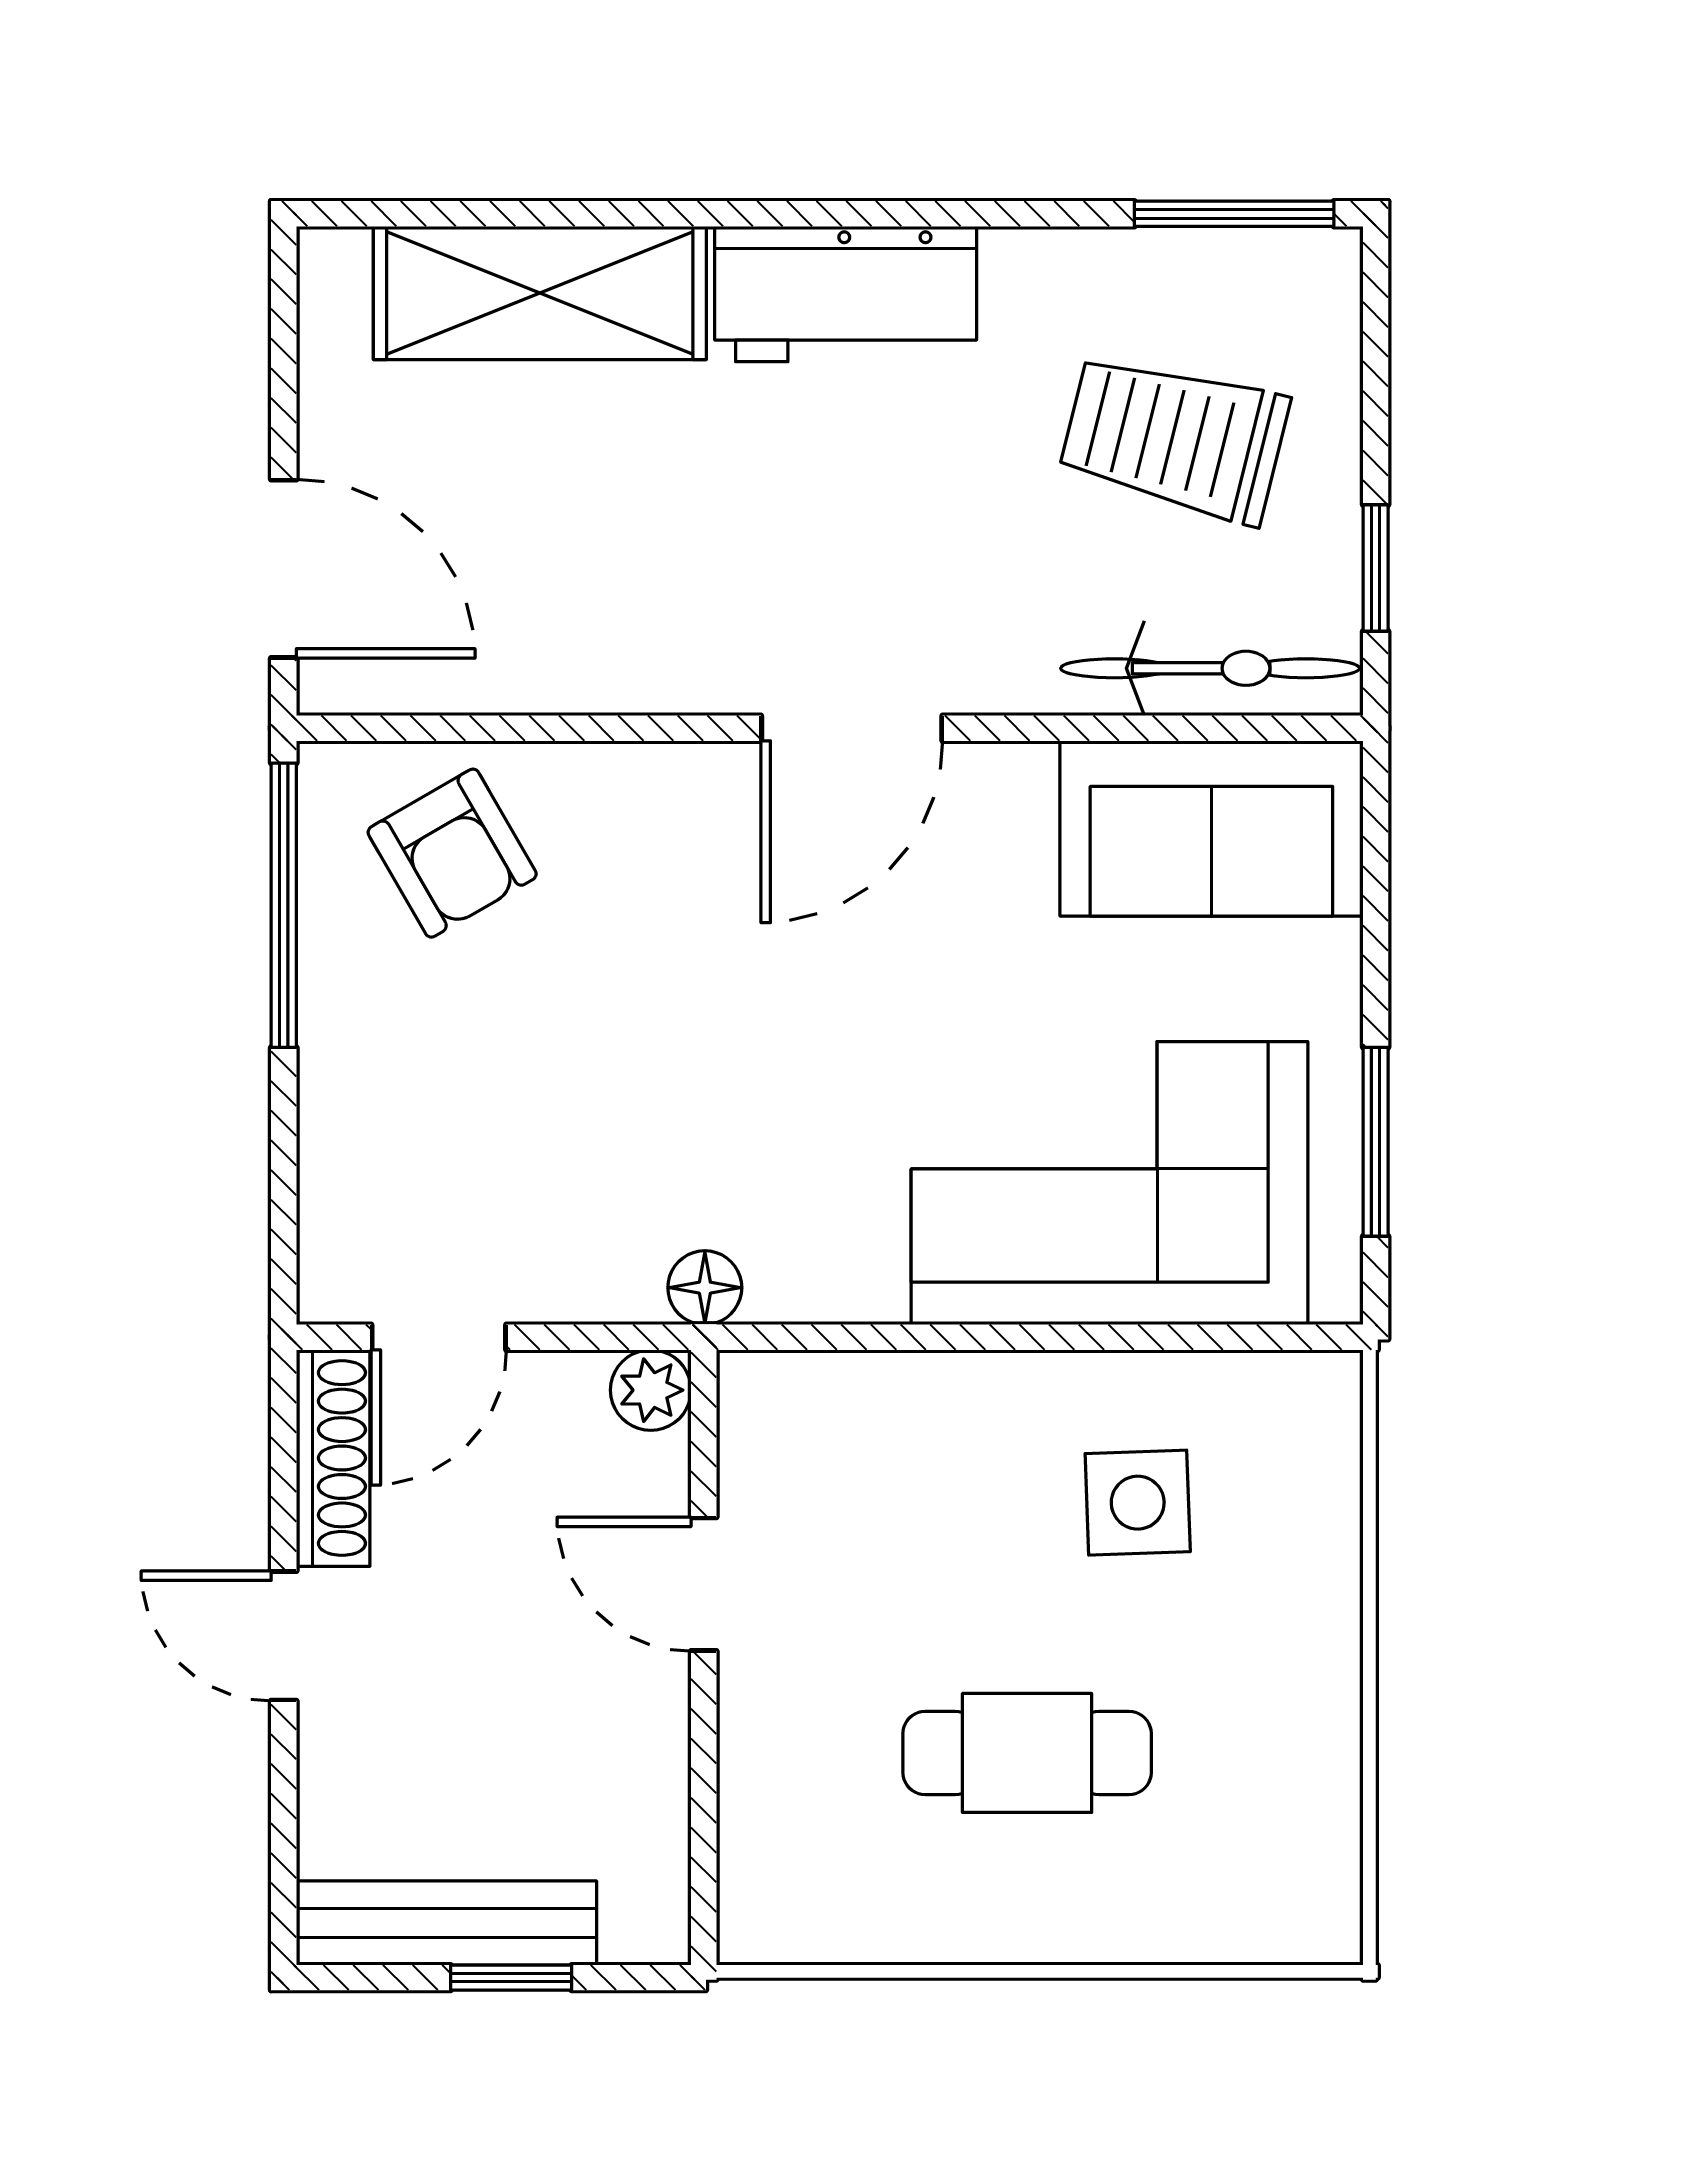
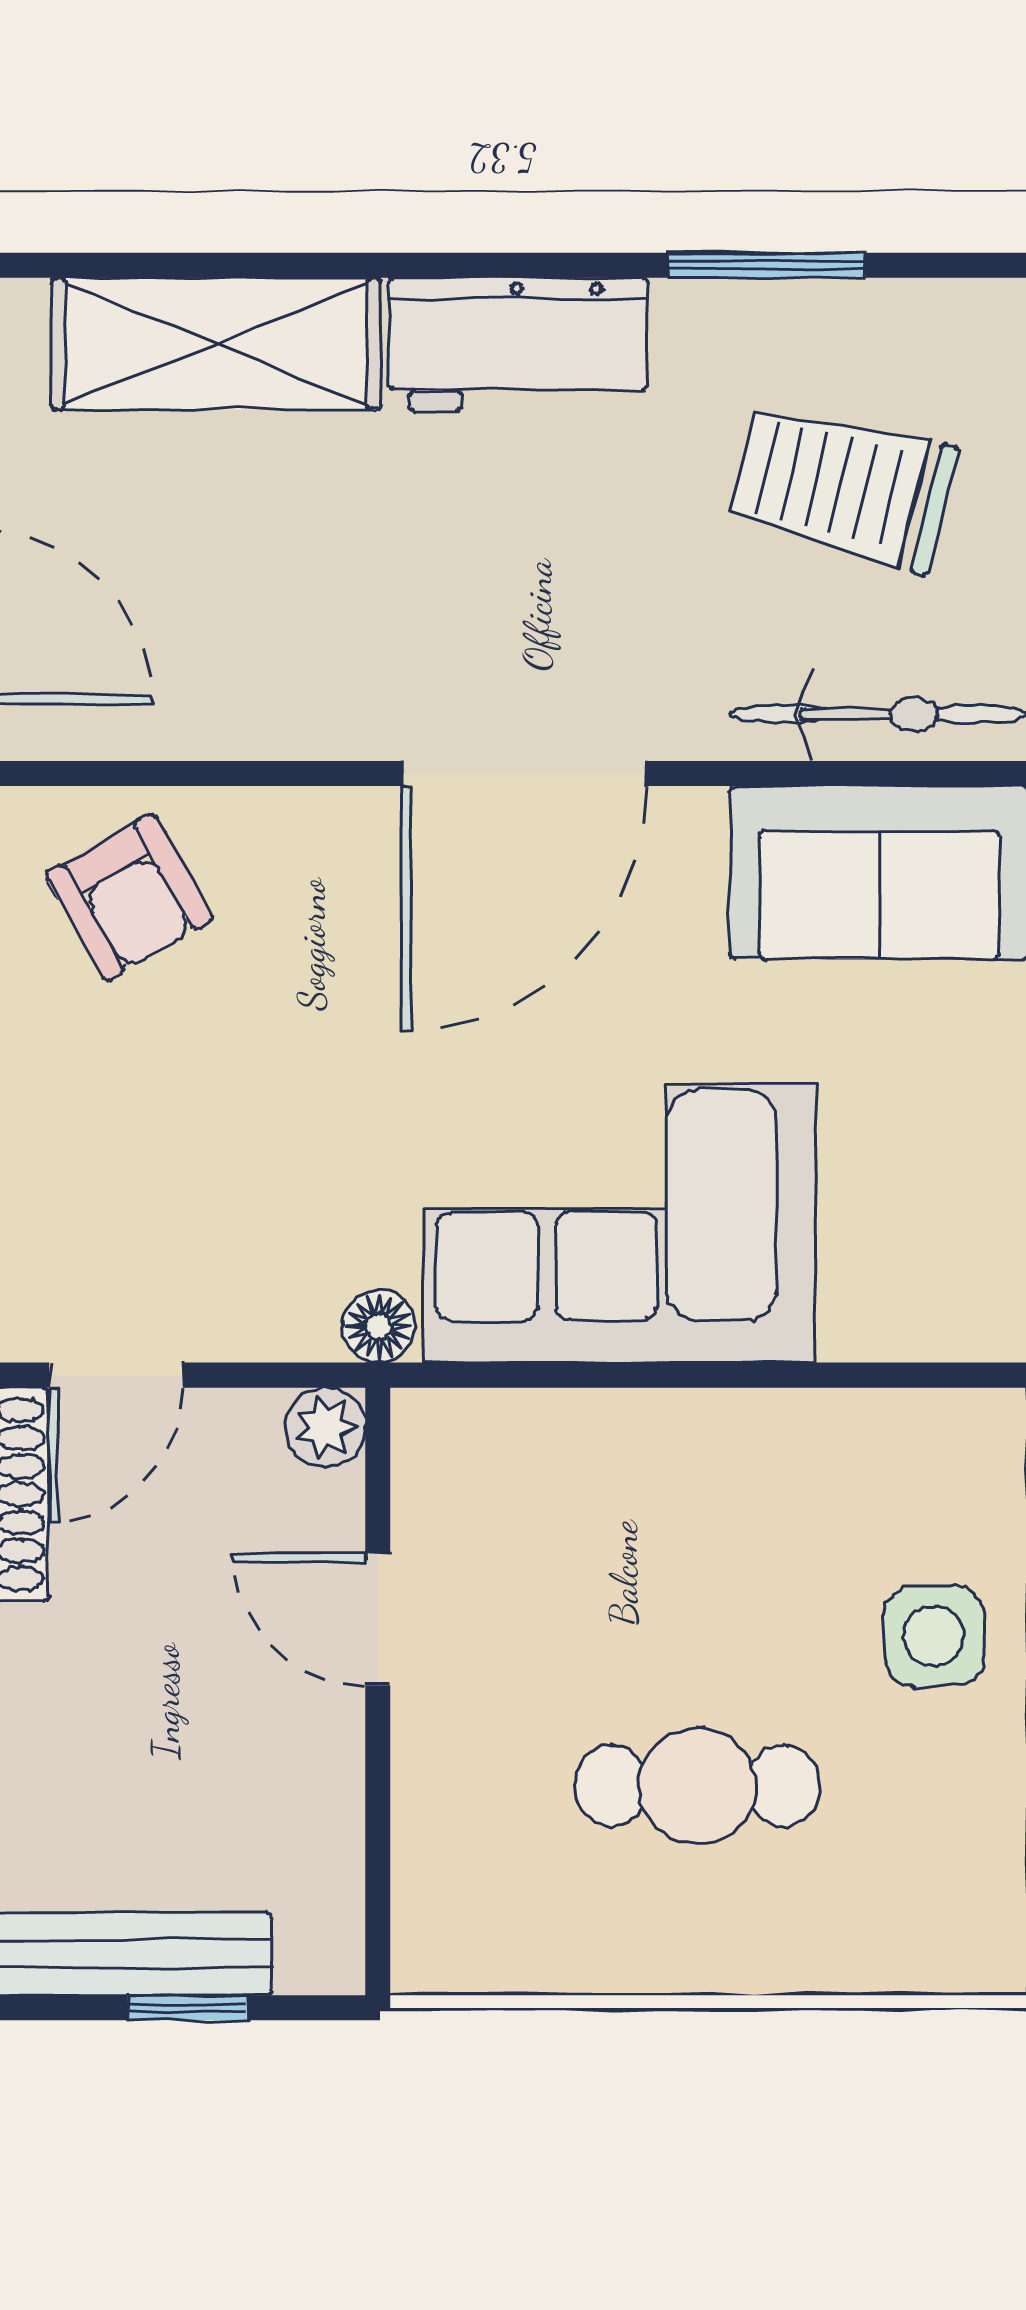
window: (1234, 214) -> (767, 265), moved
door: (852, 728) -> (524, 774), width x1.36
corner sofa: (1109, 1183) -> (620, 1223), moved
side table: (1138, 1503) -> (934, 1636), moved

